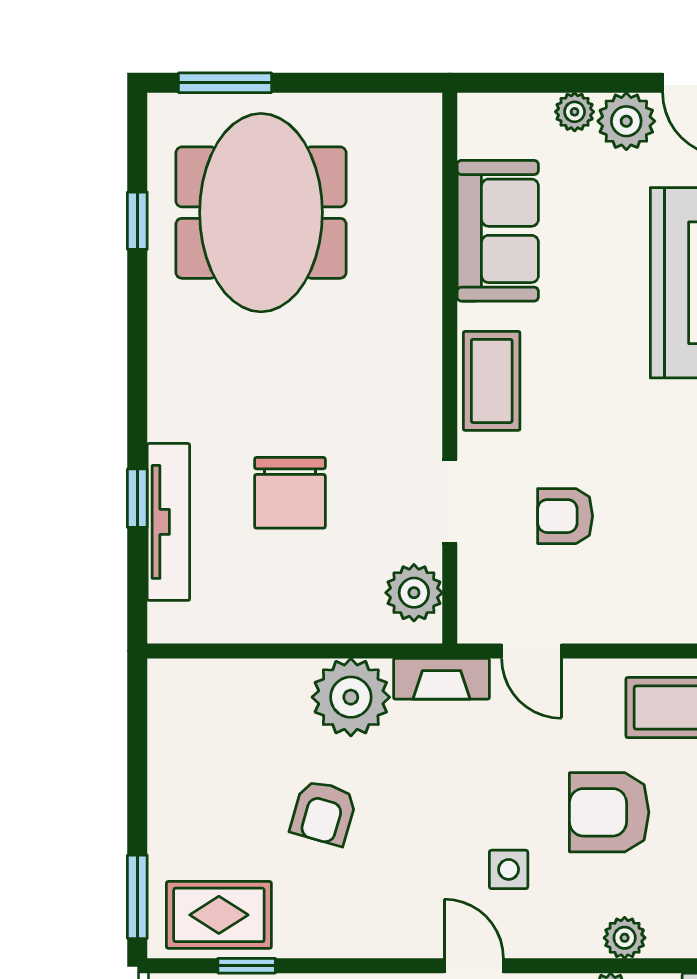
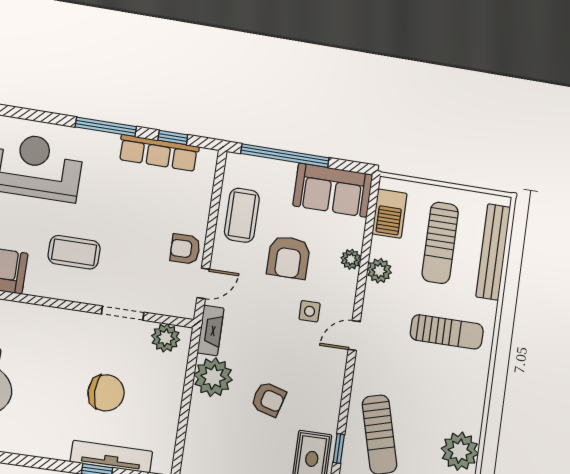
coffee table: (492, 381) -> (74, 252), moved
armchair: (565, 516) -> (185, 249), moved, turned 89

